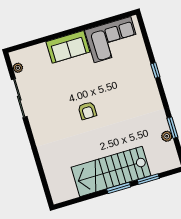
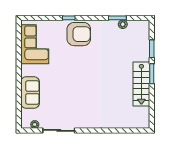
sofa: (68, 47) -> (30, 92), moved
armchair: (87, 111) -> (79, 34), moved, width x1.88, depth x1.88
stairs: (111, 171) -> (141, 84), width x0.73, depth x0.66

